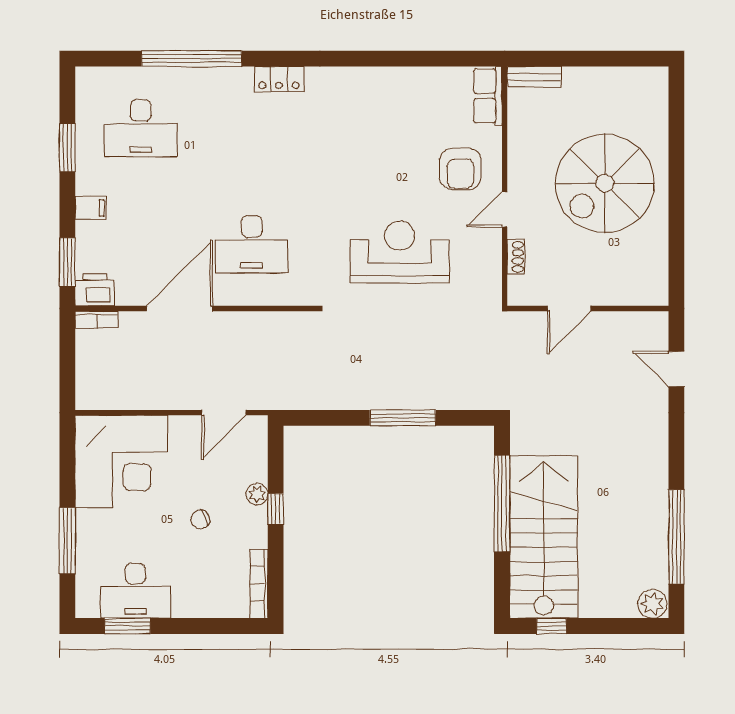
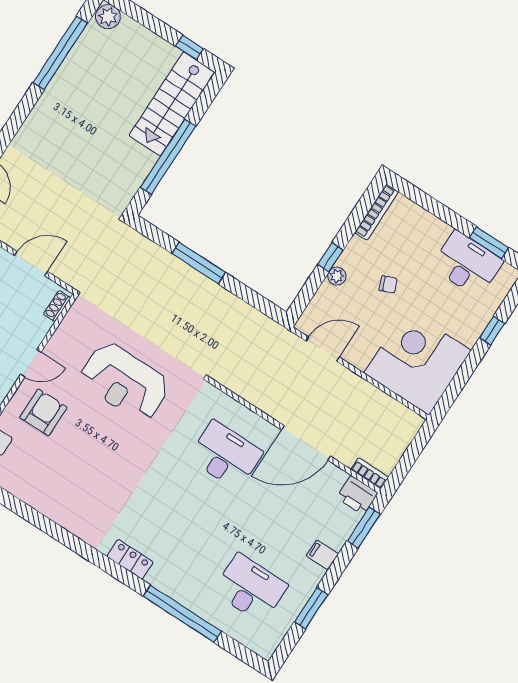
shoe rack: (516, 257) -> (57, 306), moved
stairs: (544, 537) -> (172, 104), width x0.73, depth x0.66
window: (67, 541) -> (492, 331), width x0.46

